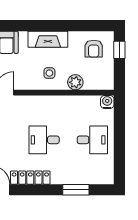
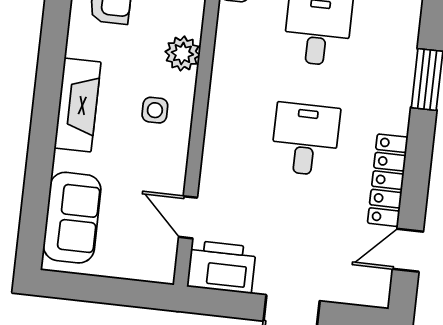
desk: (44, 140) -> (305, 139), turned 180

